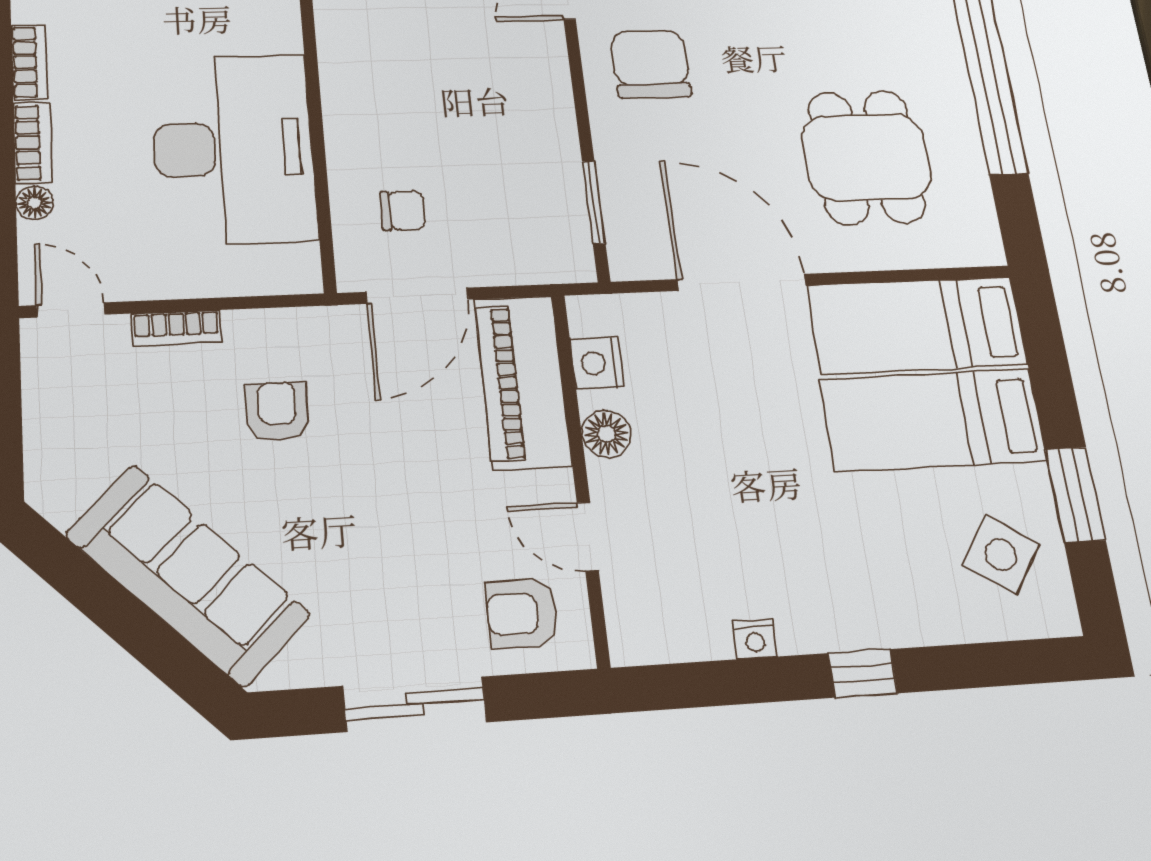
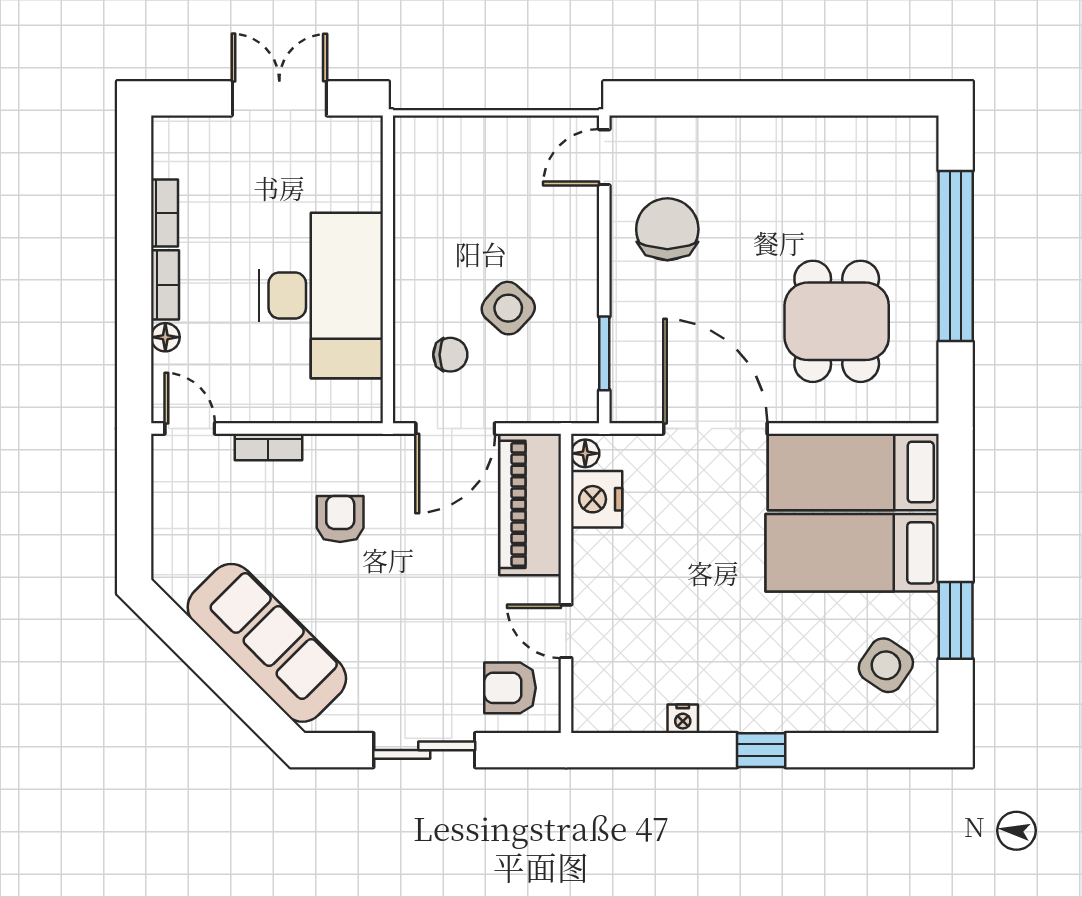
side table: (469, 155) -> (508, 308), added
nightstand: (597, 363) -> (597, 499), width x1.36, depth x1.33
floor lamp: (606, 434) -> (585, 453), moved, width x0.73, depth x0.73

